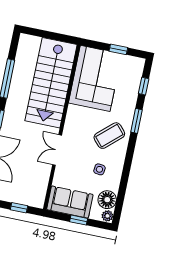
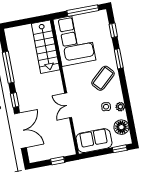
window: (118, 49) -> (83, 11), width x2.17
stairs: (51, 83) -> (46, 47), width x0.73, depth x0.66
plant: (107, 216) -> (120, 107), moved
window: (79, 220) -> (120, 149), moved

